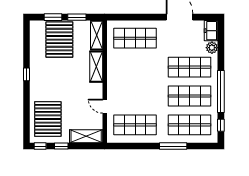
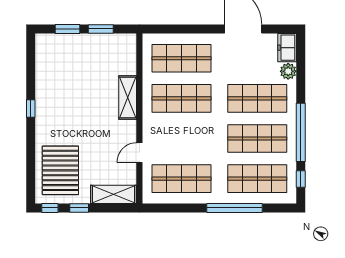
shelving: (97, 35) -> (128, 54), removed
pallet: (59, 40) -> (76, 60), removed
shop shelf: (135, 67) -> (182, 98), added
door: (105, 106) -> (139, 153), hinge flipped
window: (173, 146) -> (235, 208), width x1.46

